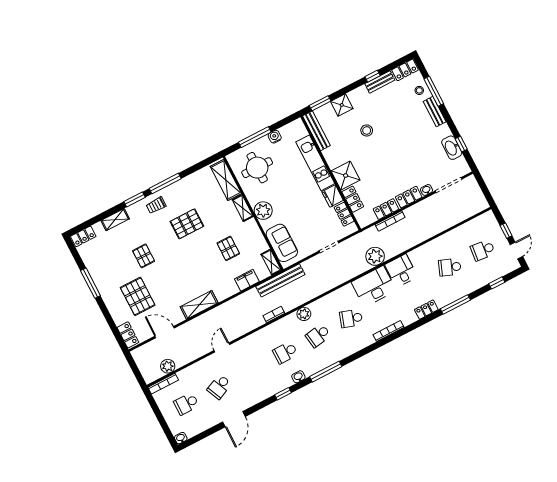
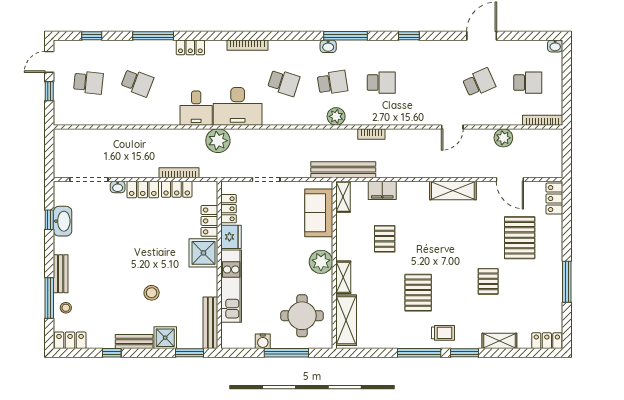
bench: (380, 82) -> (134, 342), moved
pallet: (187, 224) -> (418, 293), turned 90
plant: (168, 366) -> (503, 138), moved
washbasin: (298, 377) -> (328, 46), moved

